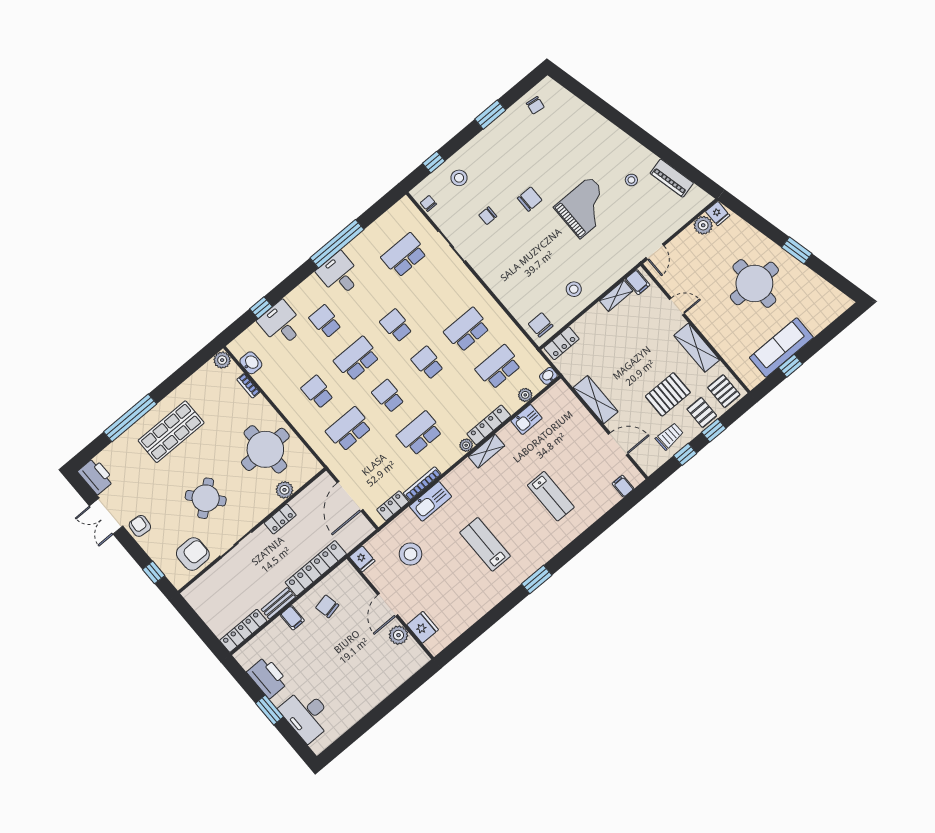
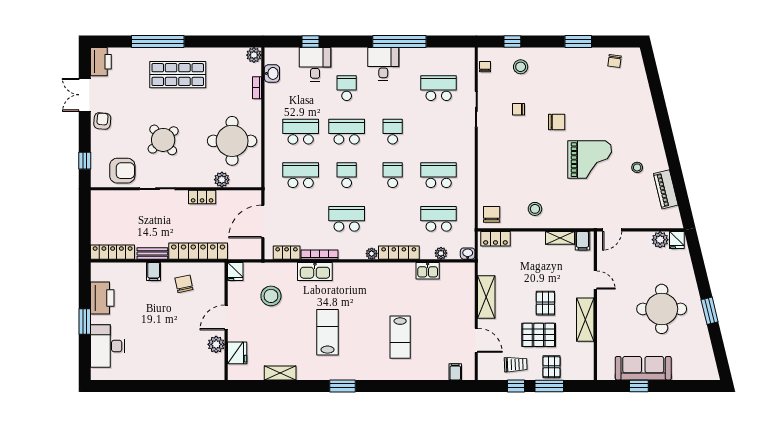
pallet: (724, 391) -> (545, 303), moved
school desk: (317, 392) -> (301, 132), width x1.85
window: (714, 430) -> (549, 386), width x1.50
shelving: (487, 451) -> (280, 373), moved

